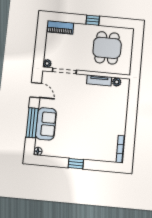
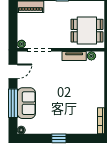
dining table: (107, 48) -> (87, 31), moved, turned 90
door: (36, 90) -> (13, 71), hinge flipped

